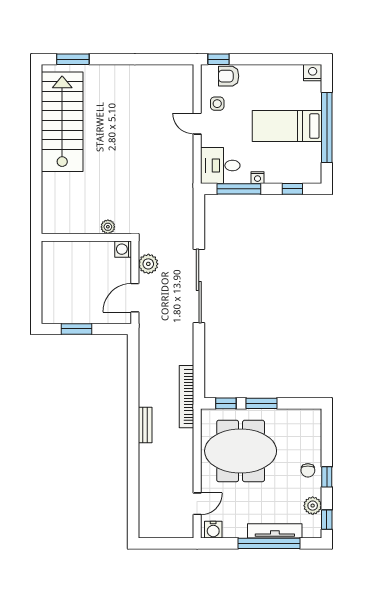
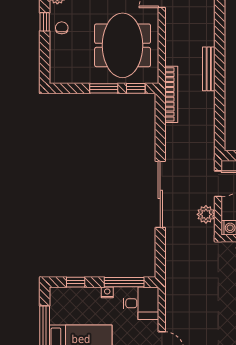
bench: (145, 425) -> (209, 69), width x1.36
meeting table: (241, 451) -> (123, 45), turned 90

